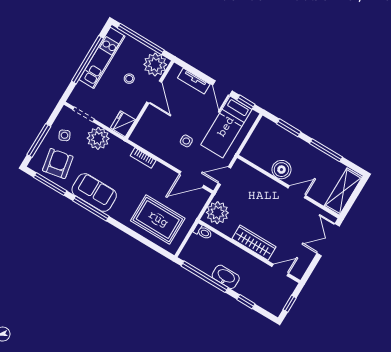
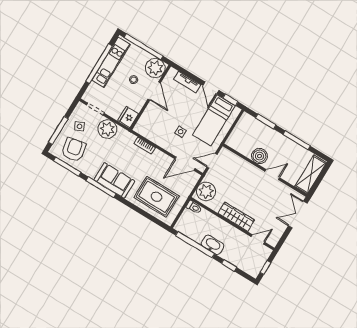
sofa: (94, 193) -> (114, 180), moved

